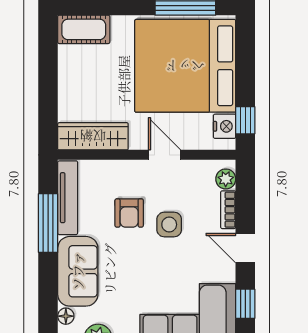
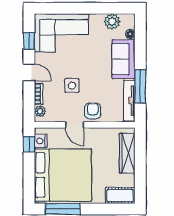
wardrobe: (93, 136) -> (127, 153), moved, turned 90
armchair: (129, 213) -> (93, 111), moved

